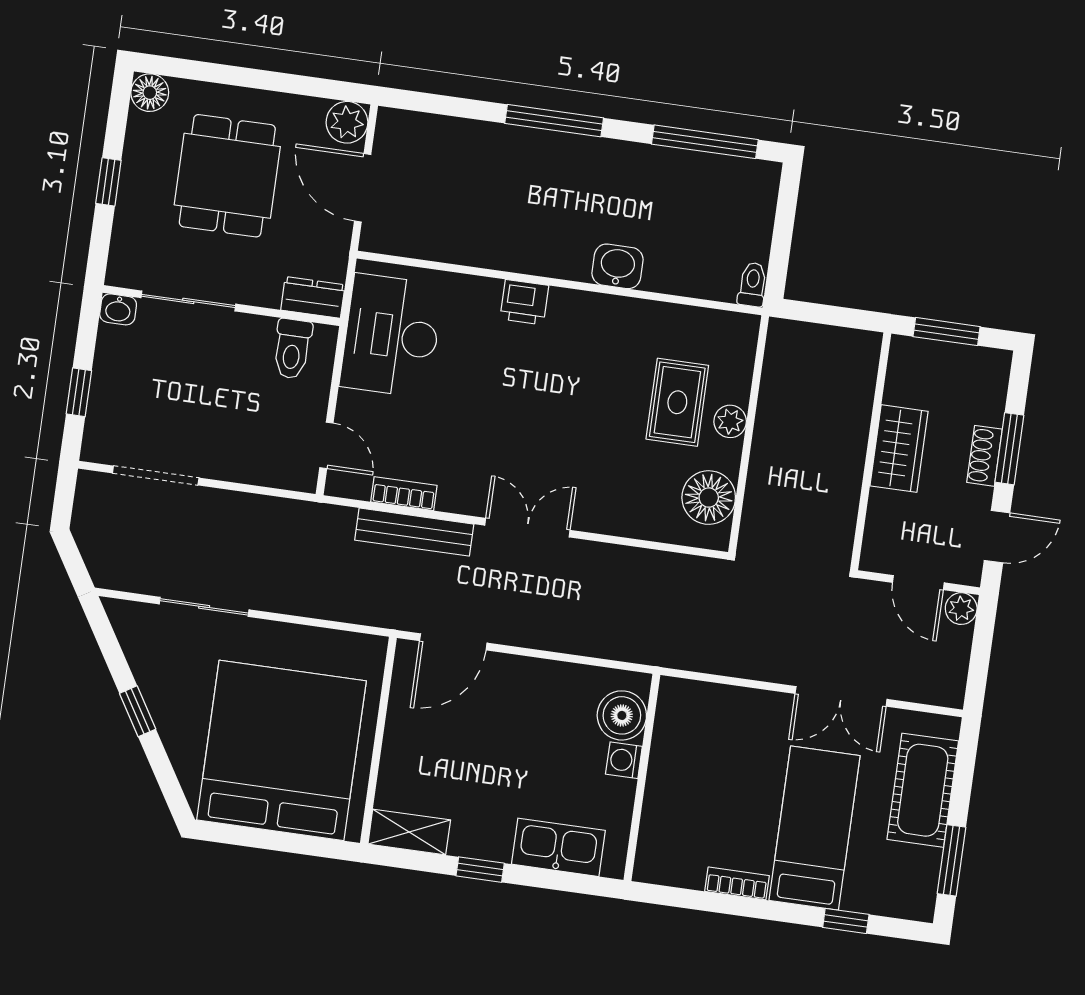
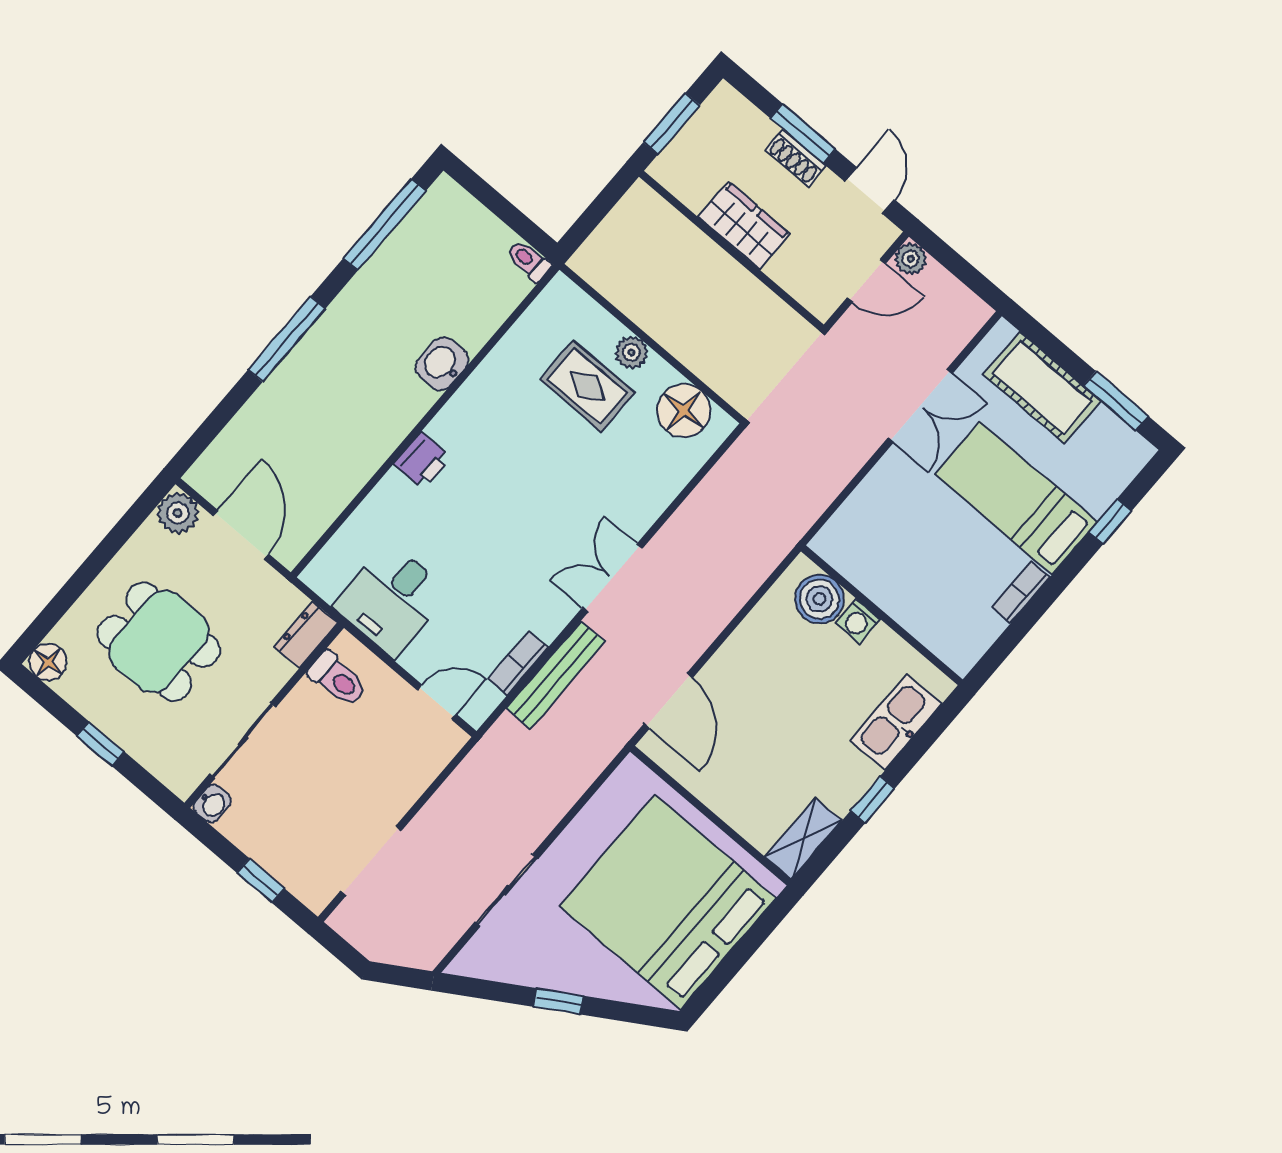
door: (363, 188) -> (241, 535), swing flipped
desk: (391, 336) -> (391, 599), width x0.73

